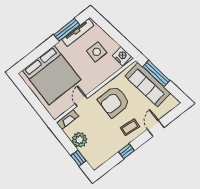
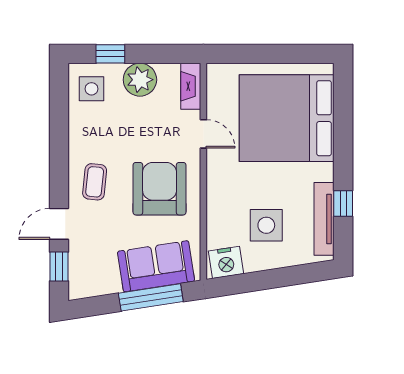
window: (67, 30) -> (343, 203), width x0.46
sofa: (148, 85) -> (156, 266), width x0.73
door: (156, 128) -> (59, 224), swing flipped
window: (126, 151) -> (59, 266), moved
side table: (97, 155) -> (92, 89), added

